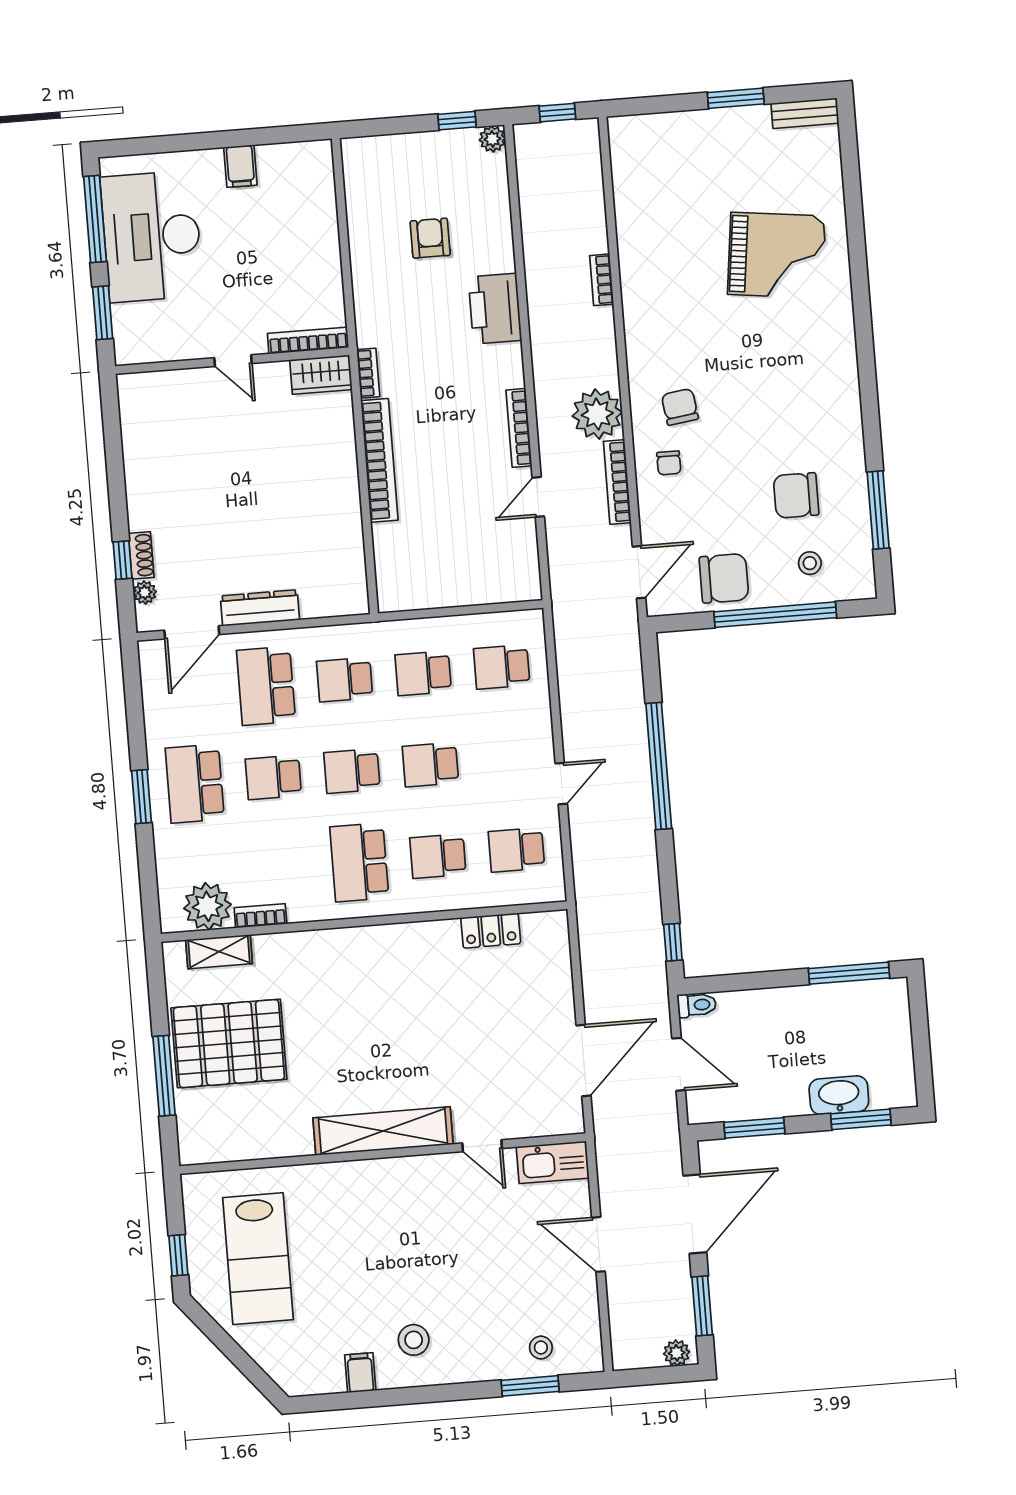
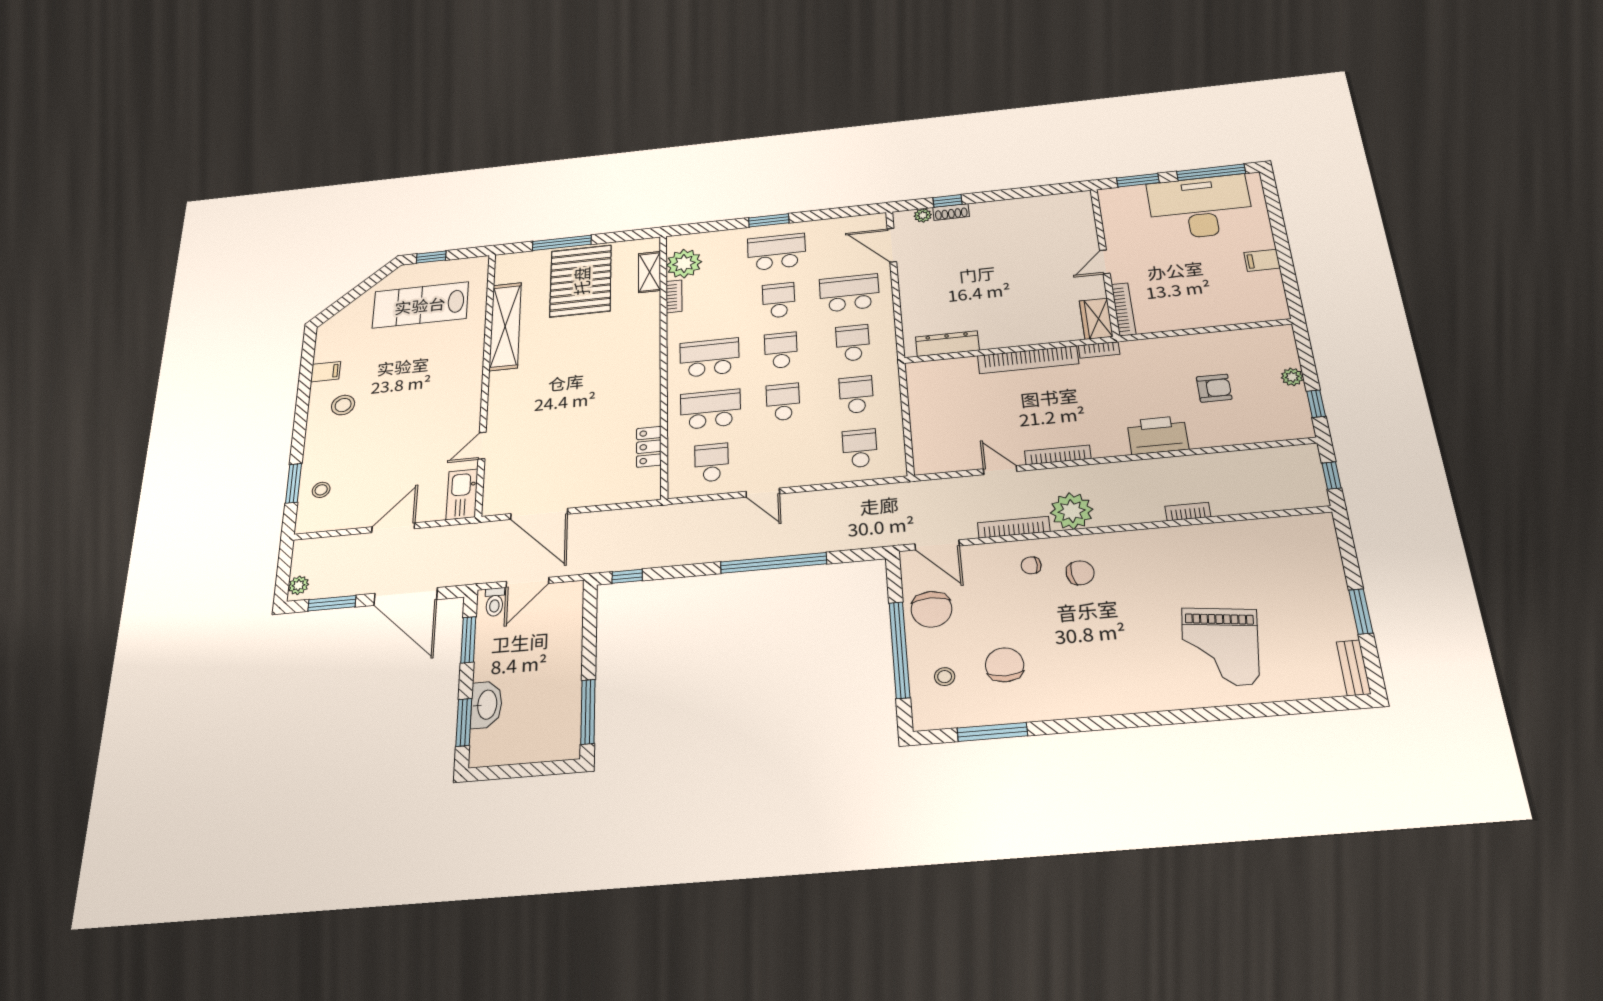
plant: (492, 139) -> (1292, 377), moved
dresser: (260, 608) -> (947, 344), moved, turned -90
school desk: (438, 856) -> (711, 409), width x1.85
toilet: (697, 1005) -> (495, 602), moved
shelving: (383, 1131) -> (505, 326), moved

